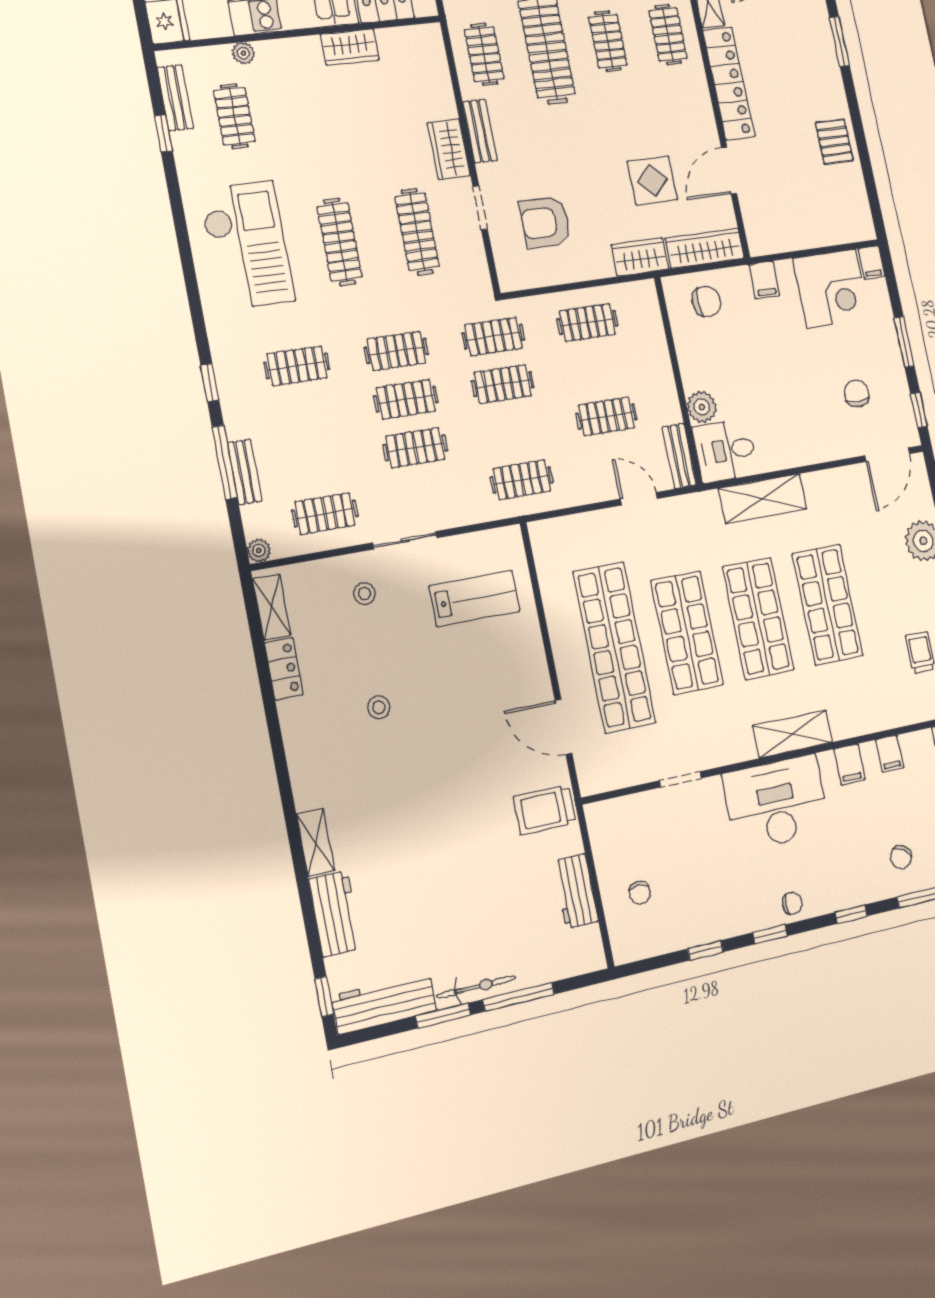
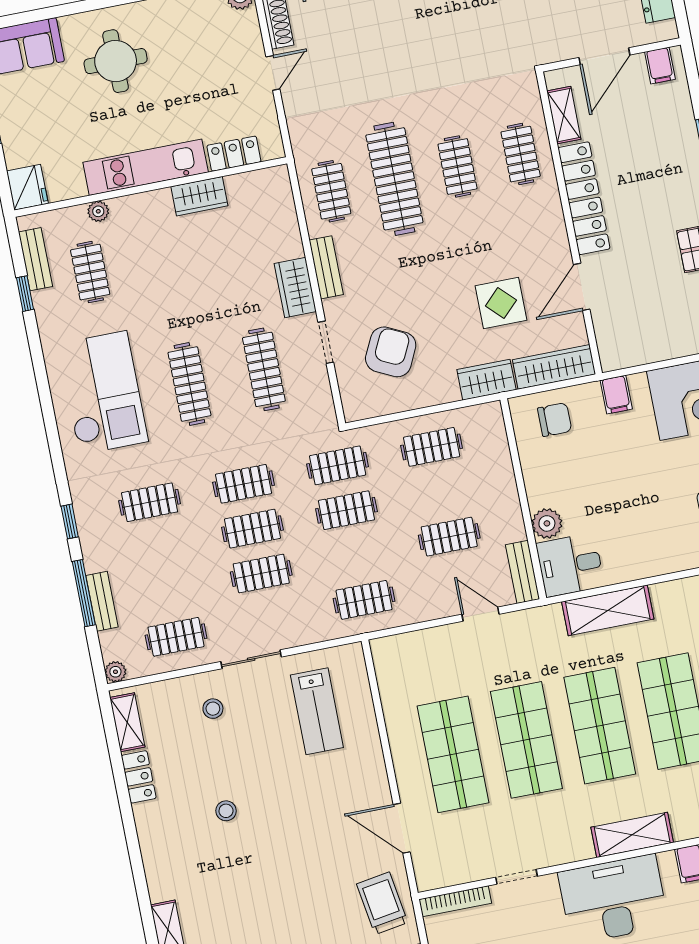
armchair: (545, 222) -> (391, 352), turned 116
lab bench: (475, 598) -> (317, 711), turned 90
shop shelf: (614, 647) -> (453, 754), width x0.71
bookcase: (619, 807) -> (455, 901), added
trolley: (545, 810) -> (382, 903), turned 81

